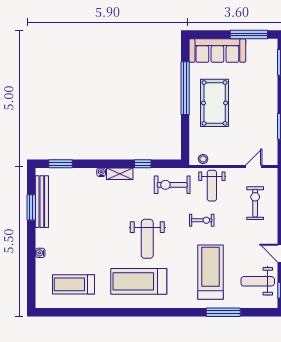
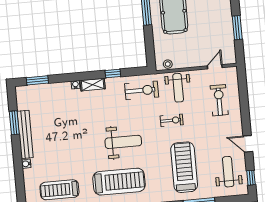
exercise bike: (172, 185) -> (142, 90), turned 180
bench: (42, 202) -> (25, 134), moved
weight bench: (147, 239) -> (123, 142), turned -90
treadmill: (139, 281) -> (119, 182), turned 180
weight bench: (258, 281) -> (228, 172), turned 90

